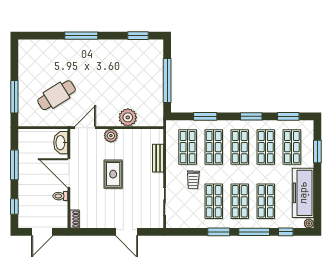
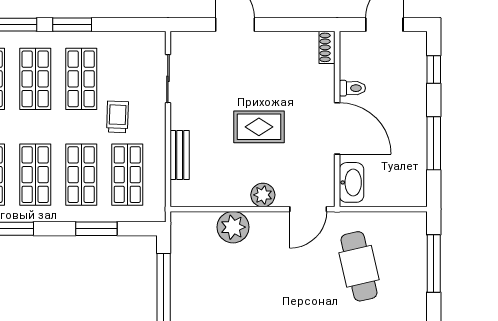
cafe table: (57, 95) -> (359, 266), turned -71
rug: (113, 174) -> (259, 127), turned 90

